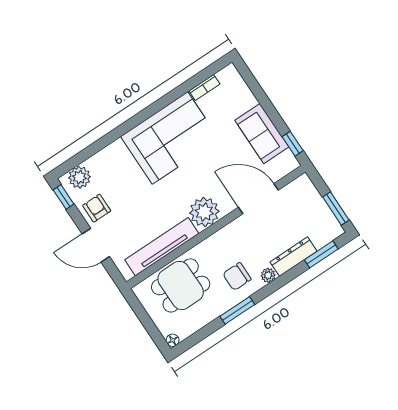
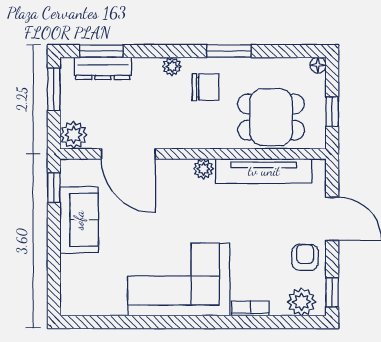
bookcase: (204, 88) -> (250, 309), moved
plant: (303, 187) -> (74, 135), added
armchair: (97, 208) -> (305, 257), turned 180
plant: (204, 212) -> (203, 169), width x0.53, depth x0.53
dresser: (293, 257) -> (103, 68), moved
window: (143, 316) -> (332, 112), added

